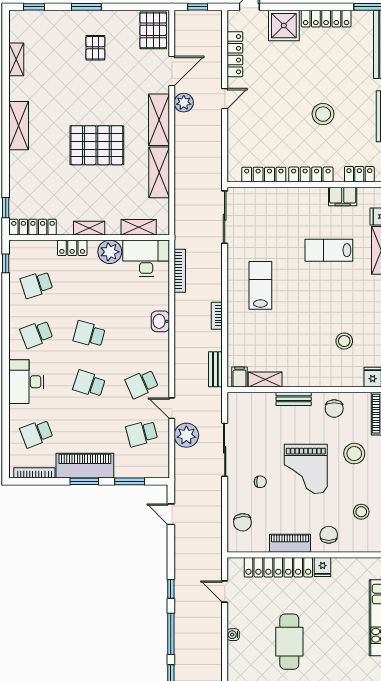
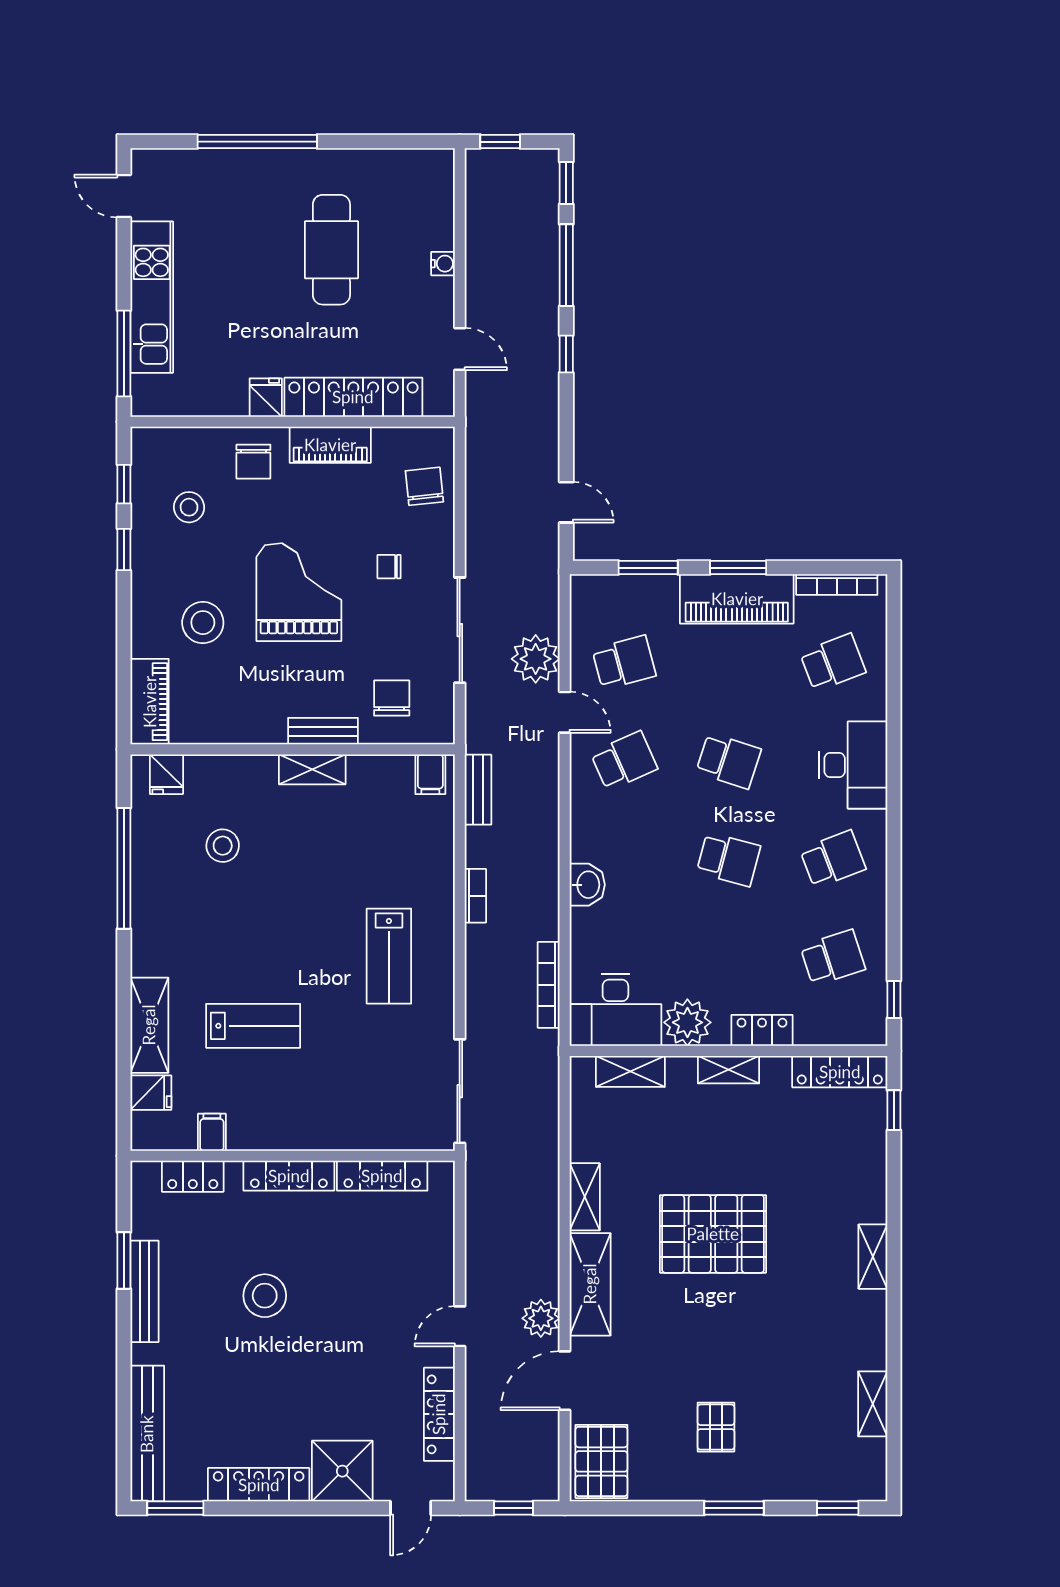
shelving: (19, 126) -> (873, 1257), width x0.67, depth x0.75
shelving: (159, 172) -> (585, 1197), width x0.67, depth x0.75
filing cabinet: (343, 196) -> (212, 1132), width x0.50
shelving: (265, 380) -> (312, 769), moved
chair: (334, 409) -> (392, 698), moved

